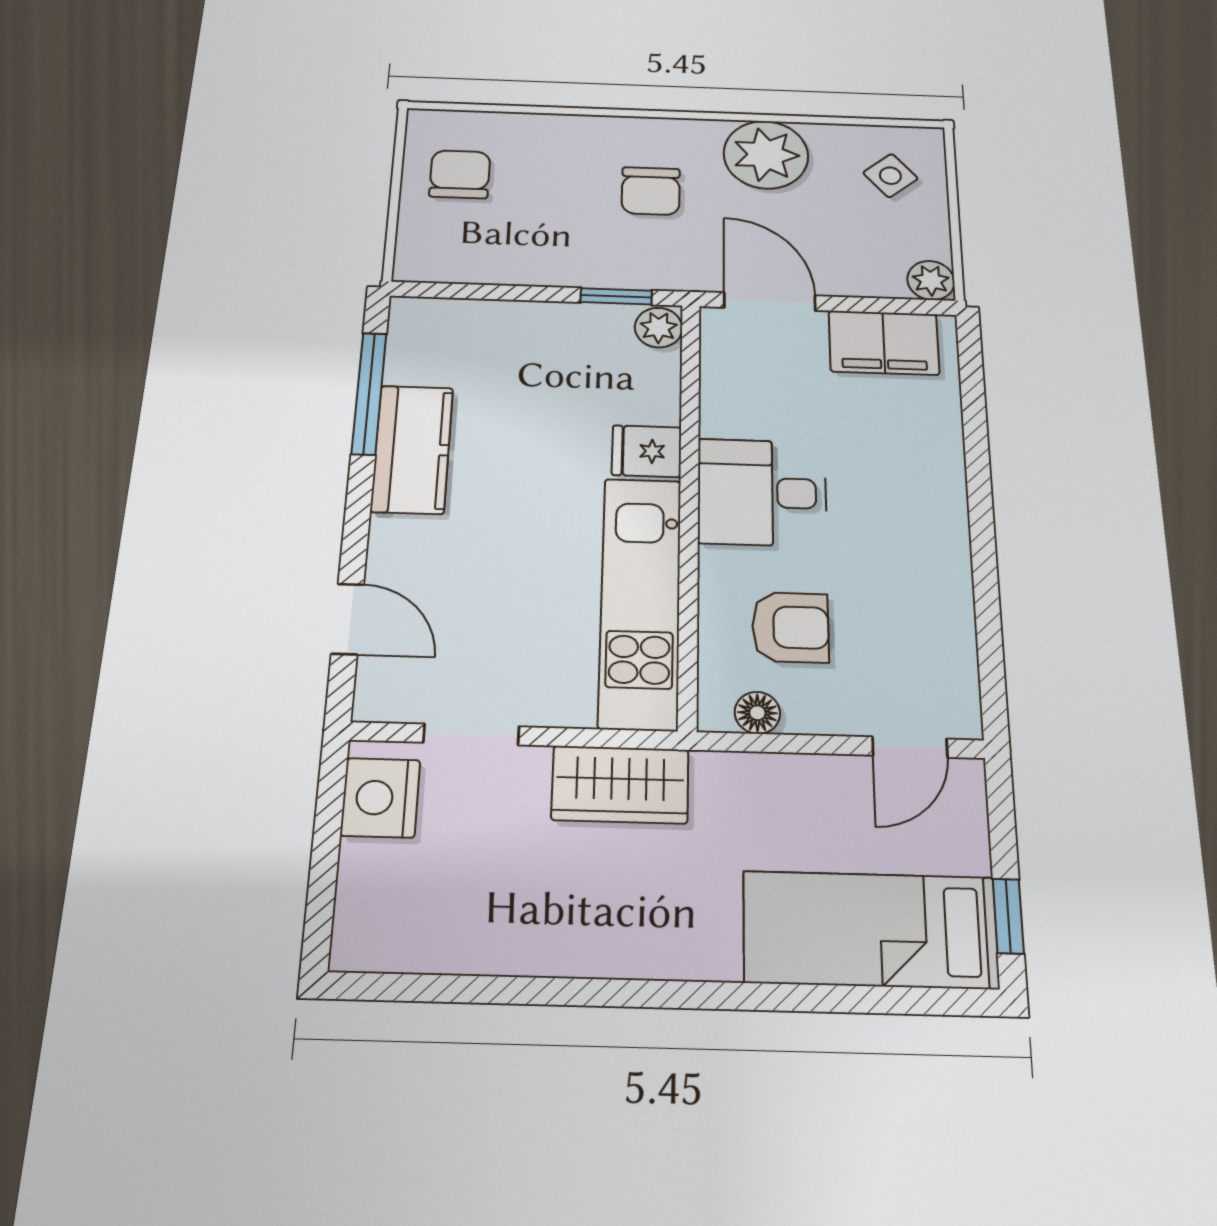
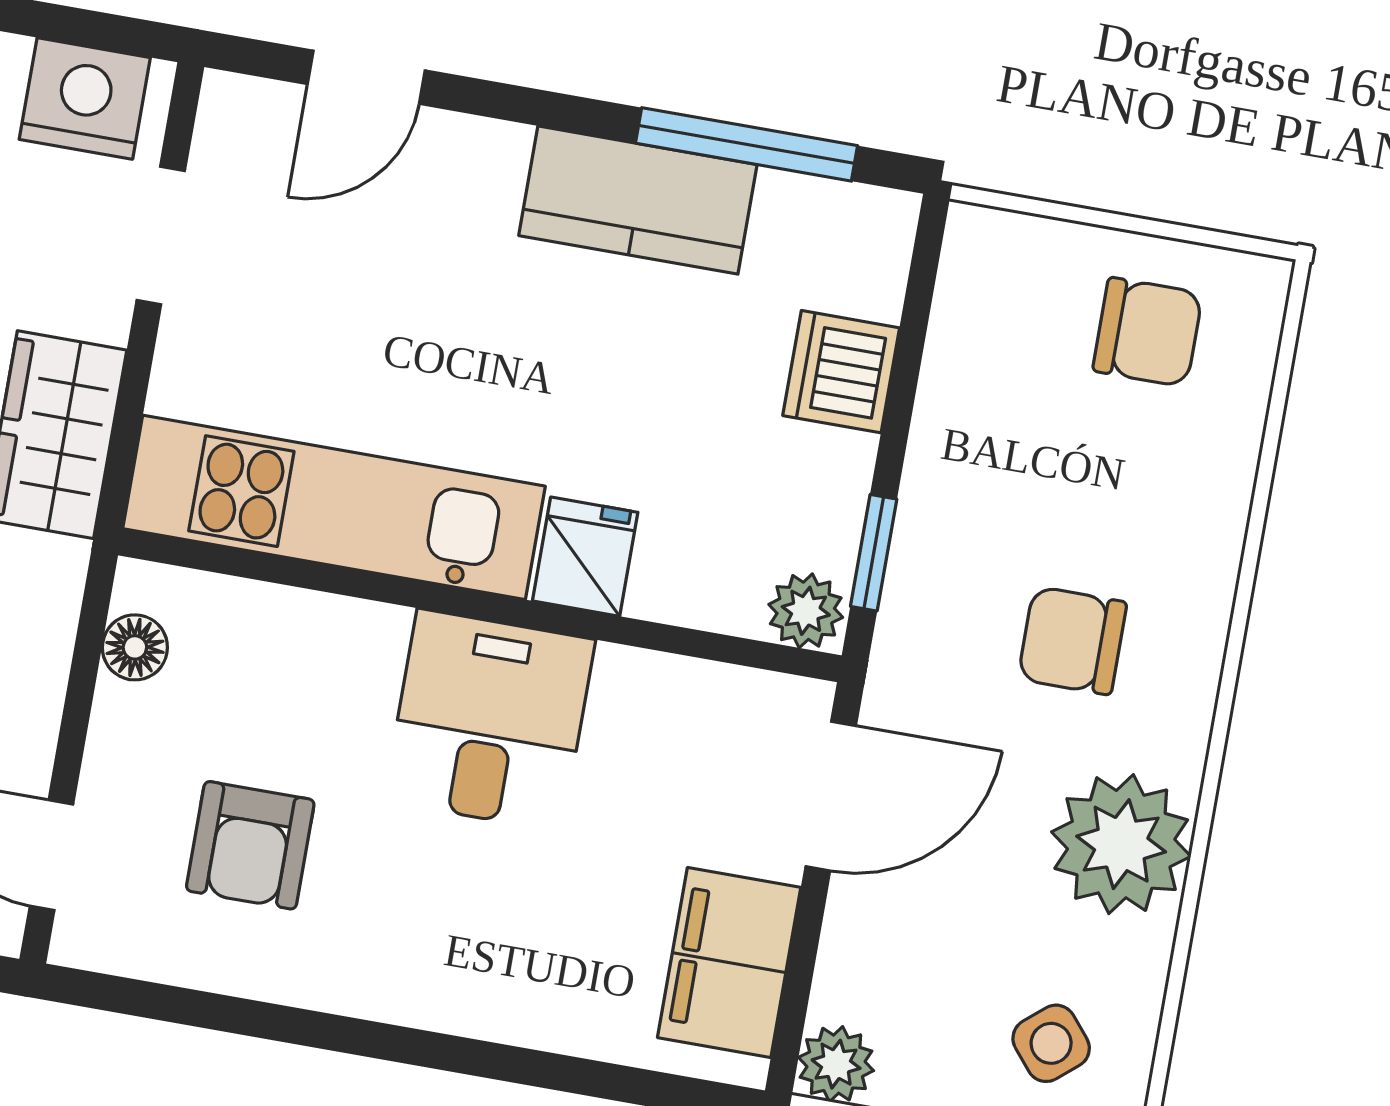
dishwasher: (507, 326) -> (841, 372), added
armchair: (790, 627) -> (250, 845), moved

